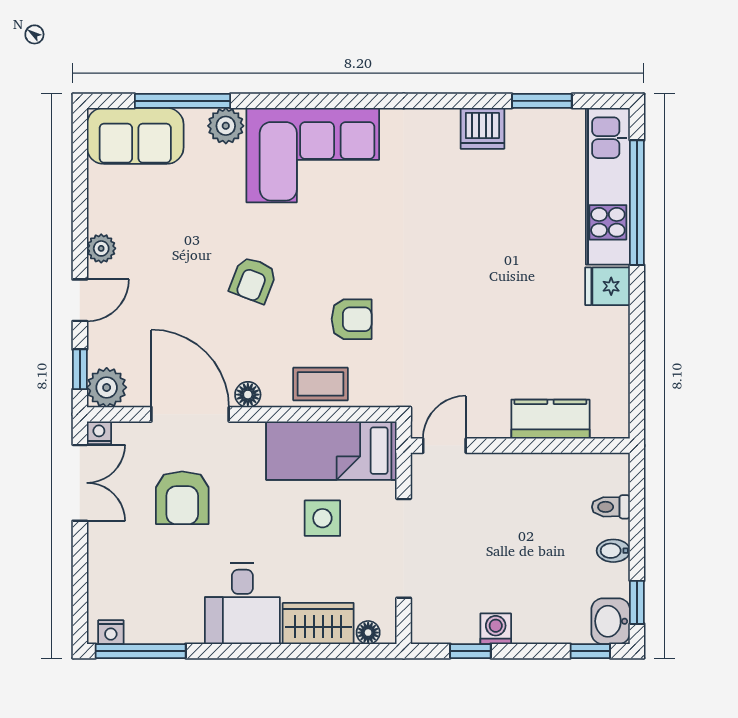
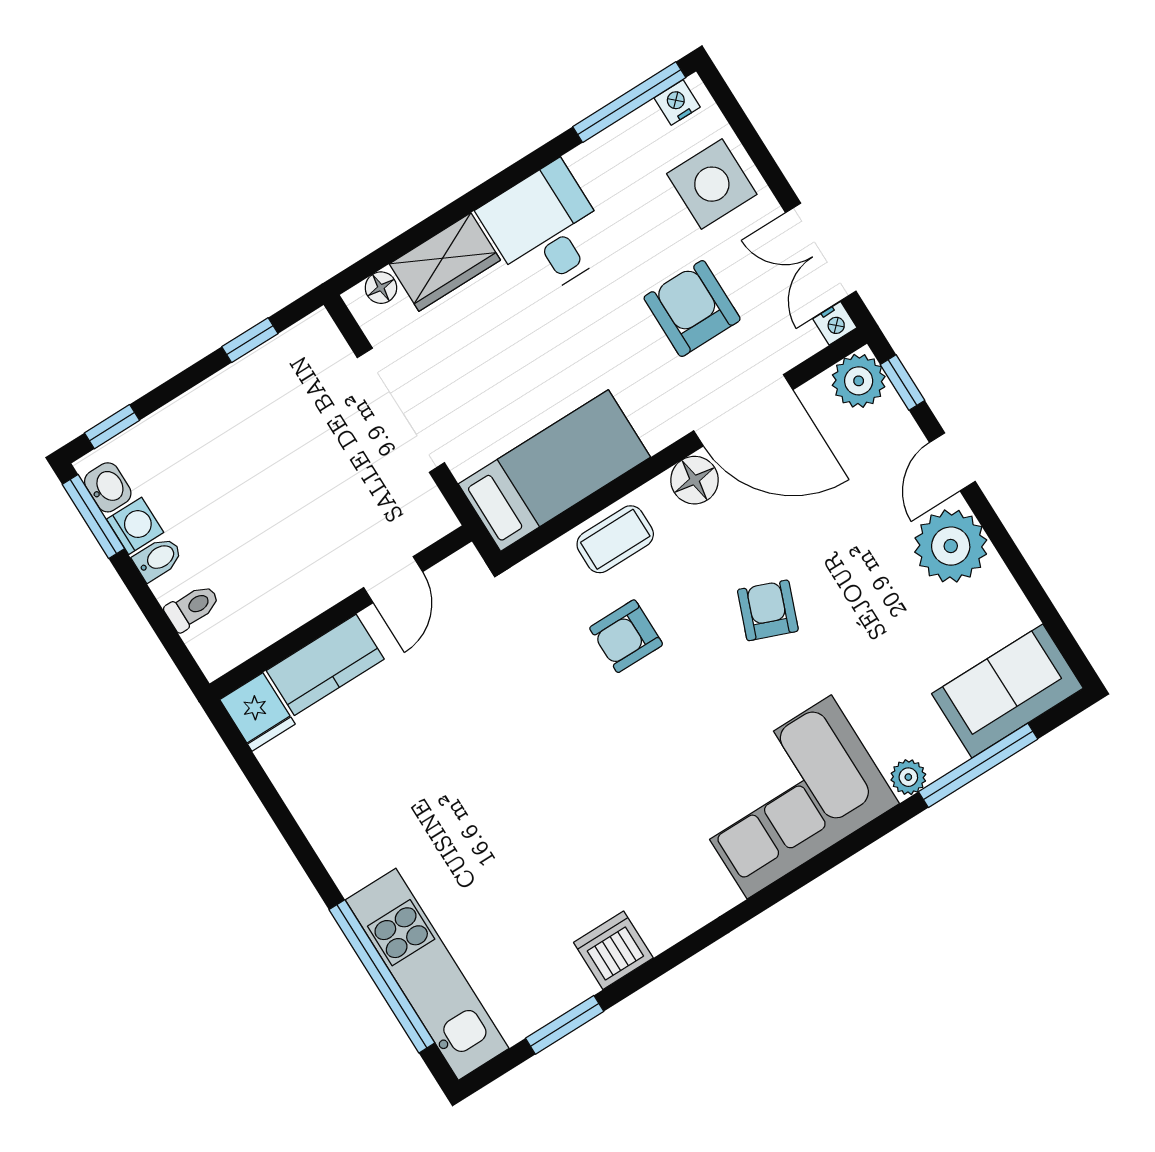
plant: (226, 126) -> (908, 777), width x0.73, depth x0.73
plant: (101, 248) -> (951, 546), width x1.87, depth x1.87
fridge: (608, 286) -> (257, 712), moved, turned 90
floor lamp: (248, 395) -> (694, 480), width x1.37, depth x1.37
door: (444, 446) -> (393, 580), moved
side table: (322, 518) -> (712, 184), moved, width x1.37, depth x1.37
window: (637, 602) -> (93, 516), width x1.50
washbasin: (611, 621) -> (108, 487), width x0.72, depth x0.69
washing machine: (496, 629) -> (135, 526), moved, turned -90

